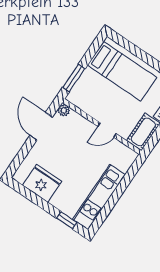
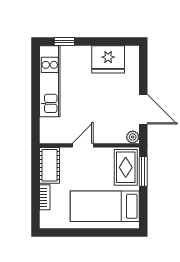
rug: (85, 90) -> (126, 167), added

